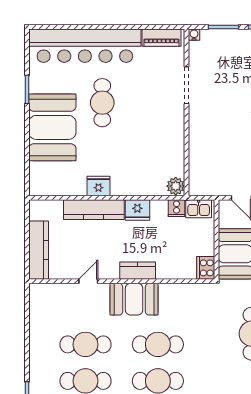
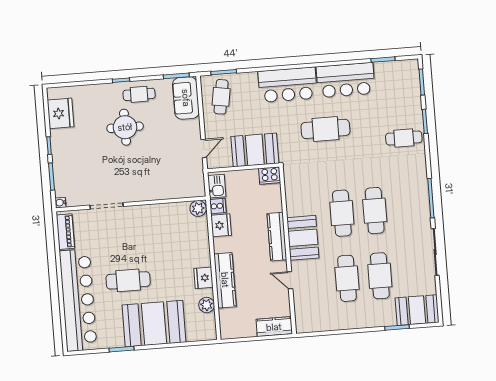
plant: (68, 187) -> (207, 305), added
fridge: (137, 210) -> (221, 225), moved
kitchen counter: (39, 250) -> (274, 327), width x0.67
kitchen counter: (138, 271) -> (277, 237), width x1.50

